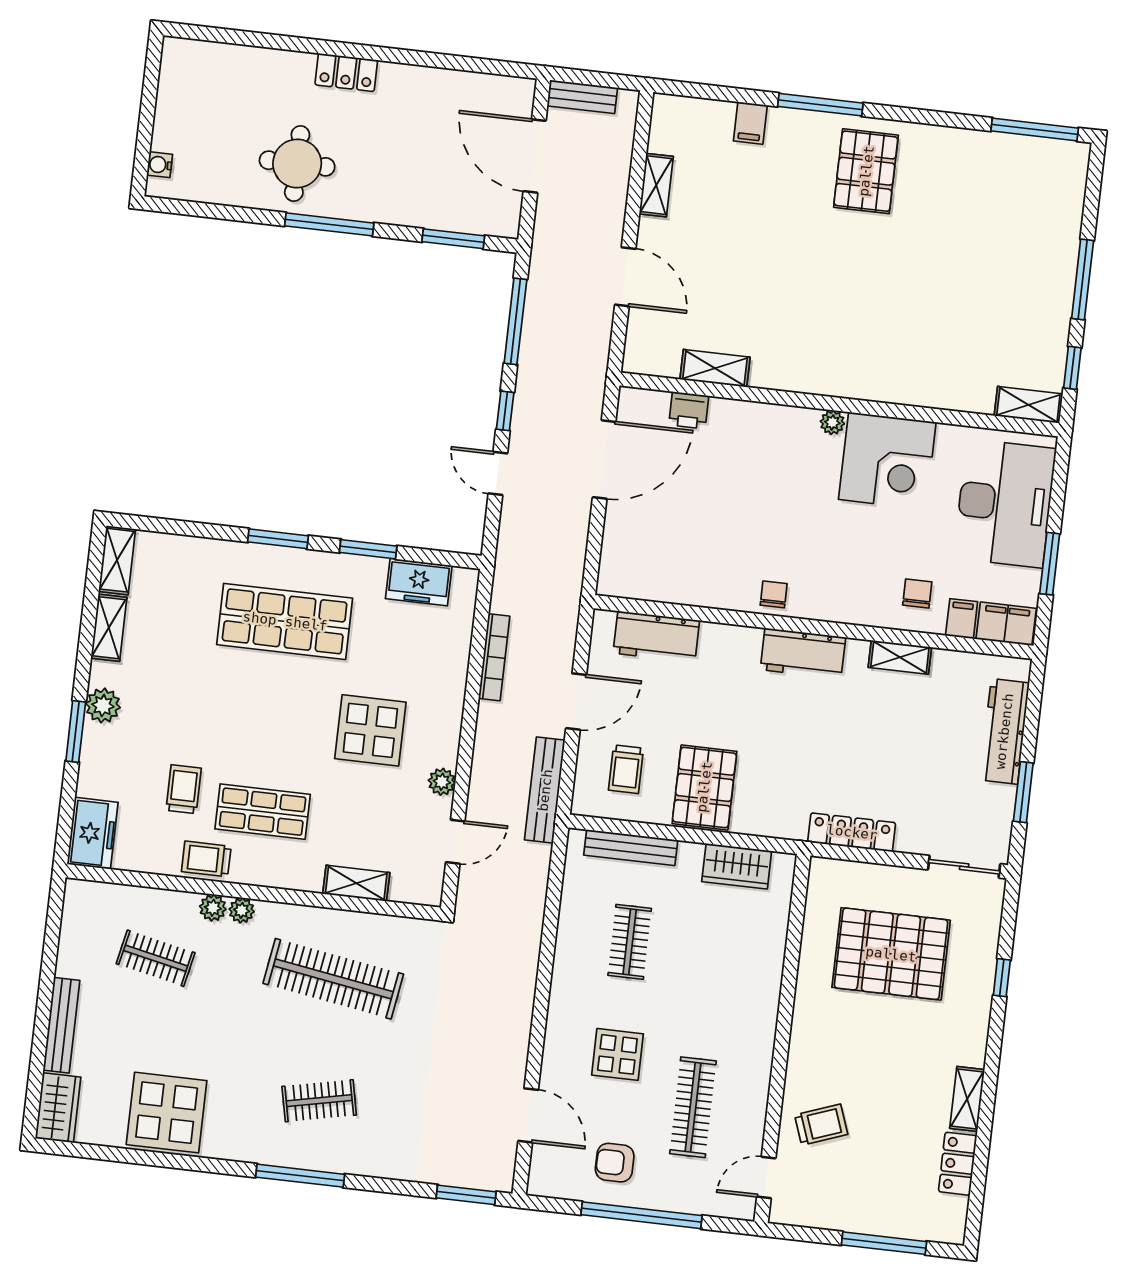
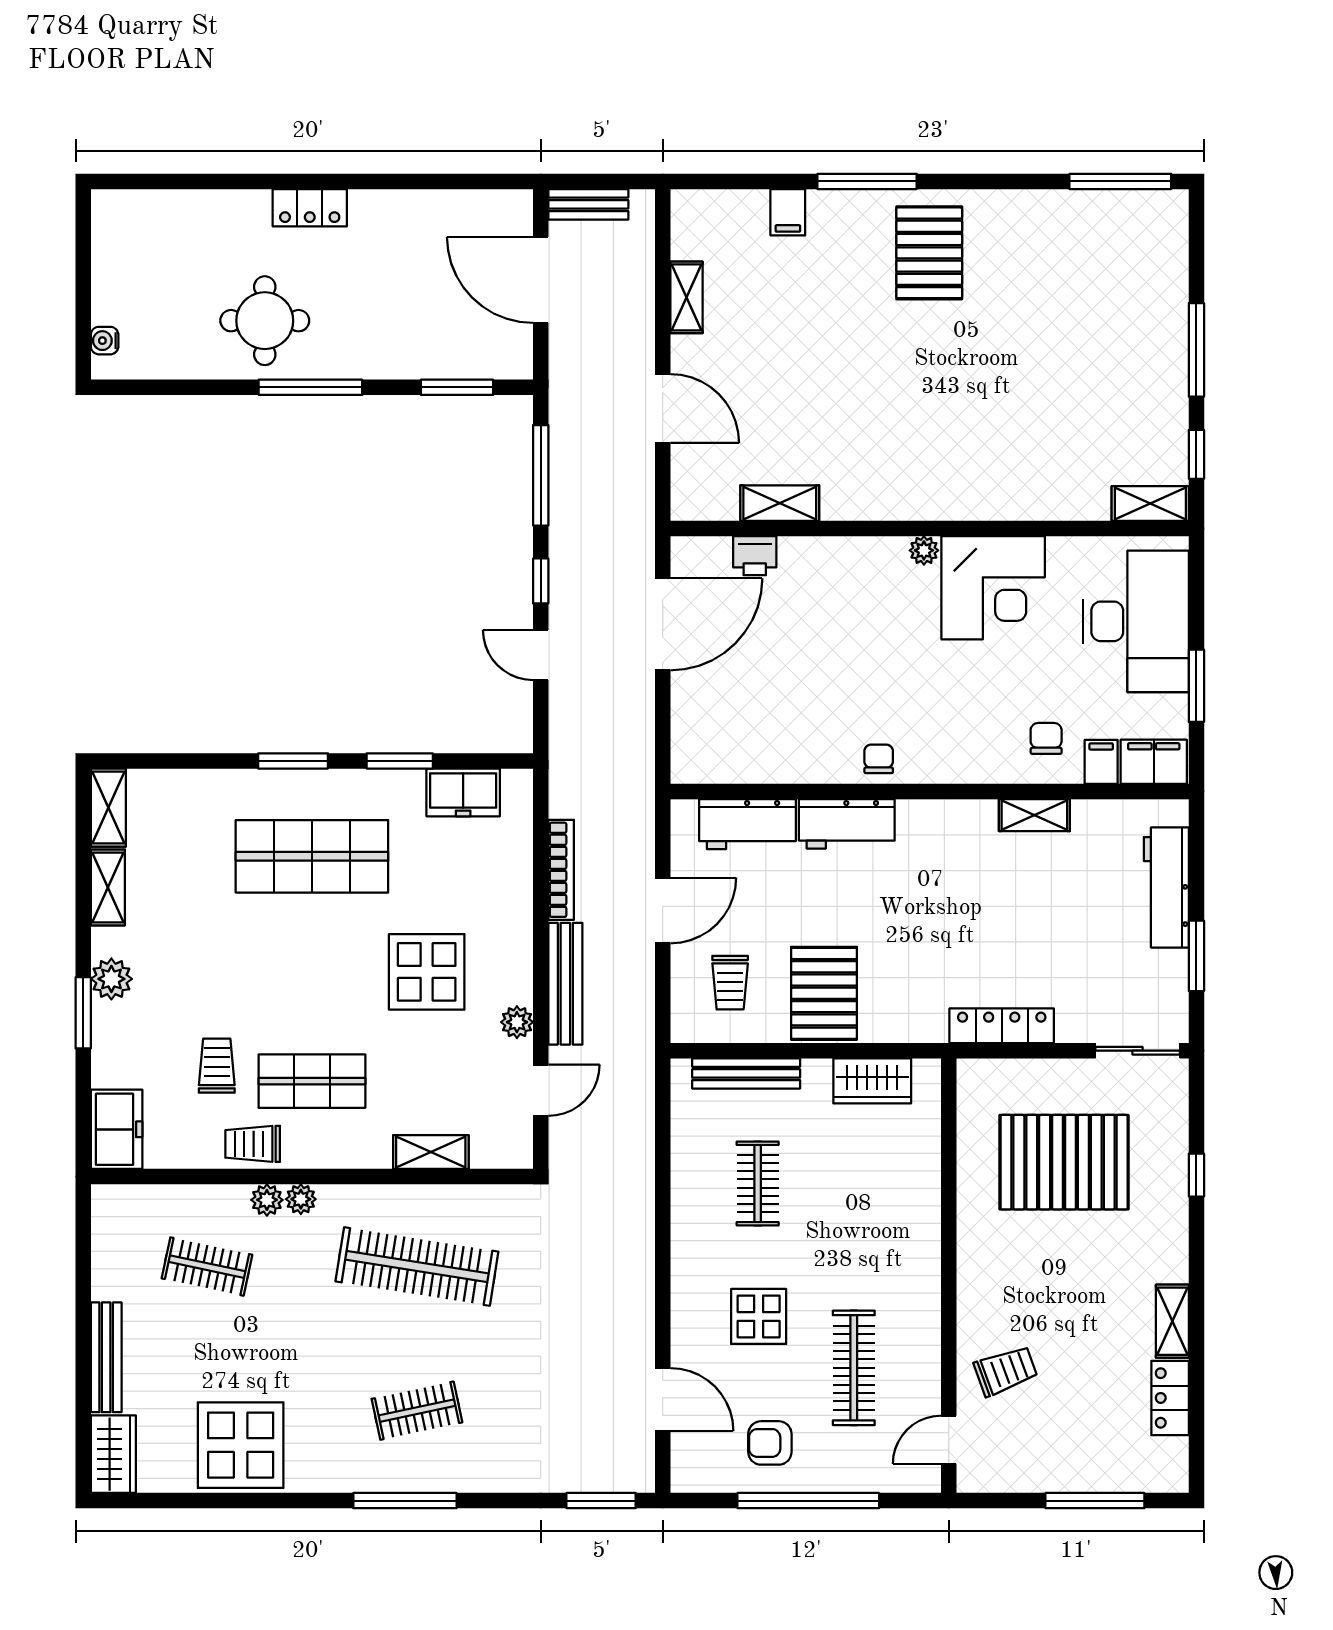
workbench: (803, 653) -> (847, 824), moved
bench: (545, 790) -> (565, 984), moved

